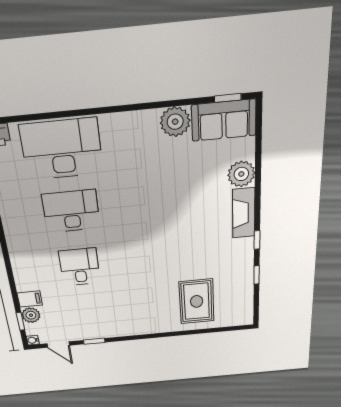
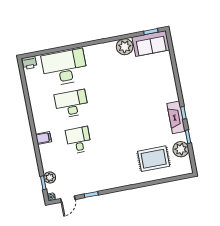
plant: (241, 174) -> (181, 149), moved
fireplace: (244, 213) -> (176, 117), moved
filing cabinet: (30, 299) -> (44, 138), moved
rug: (197, 301) -> (154, 159), turned 90
door: (58, 345) -> (68, 199), hinge flipped

